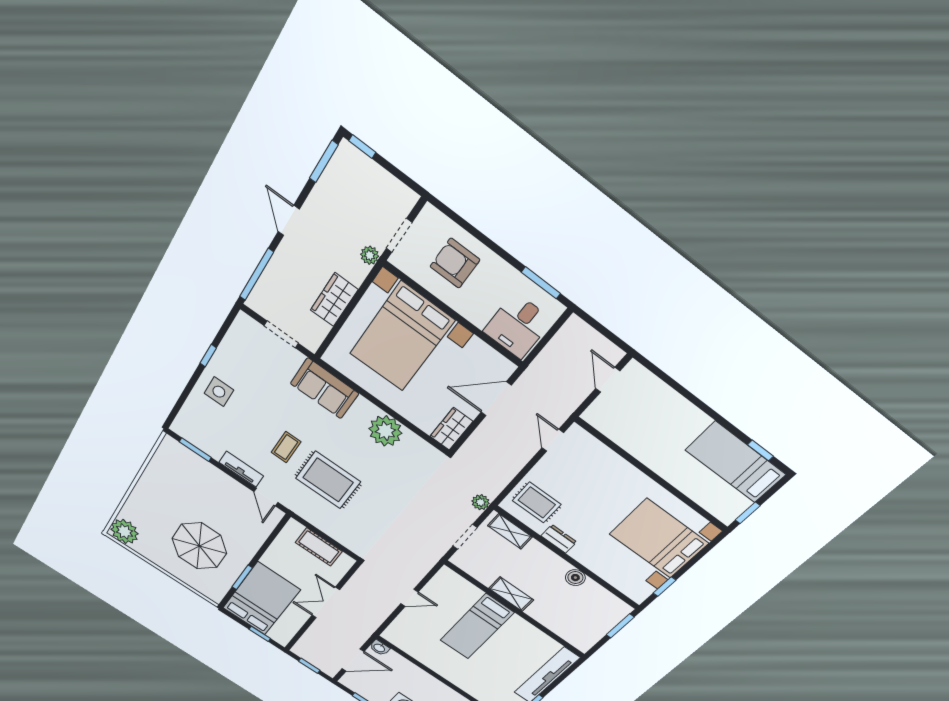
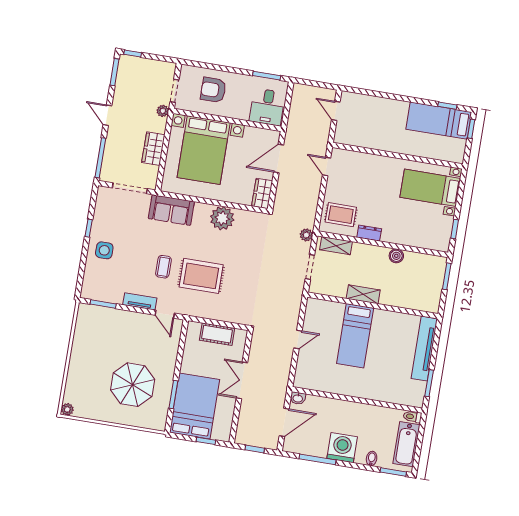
doorway: (281, 335) -> (130, 188), width x1.38
window: (748, 513) -> (471, 129), moved
plant: (124, 531) -> (67, 409), width x0.53, depth x0.53
bed with nightstands: (659, 539) -> (430, 188), width x0.73

